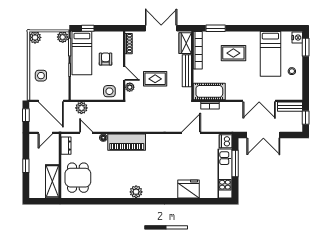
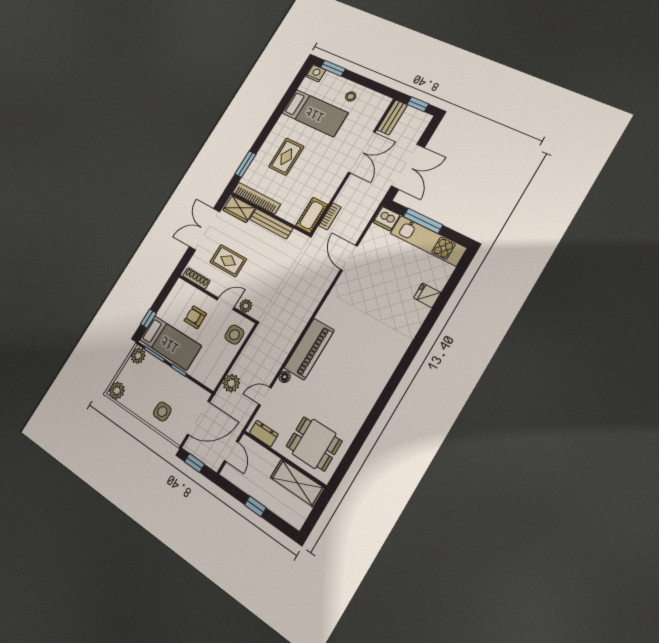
rug: (155, 79) -> (228, 261), moved, turned 90
cot: (209, 91) -> (312, 215), width x0.73, depth x0.75
fridge: (188, 189) -> (427, 295), width x0.53, depth x0.75
plant: (136, 192) -> (381, 374), removed

